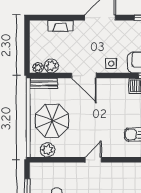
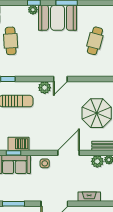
door: (84, 75) -> (69, 153), hinge flipped
plant: (48, 150) -> (45, 88), moved

